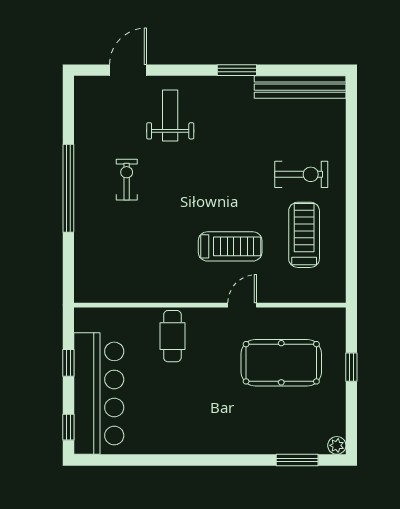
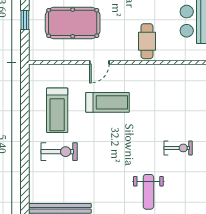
exercise bike: (301, 174) -> (59, 152), turned 180
exercise bike: (127, 180) -> (178, 148), turned -90
treadmill: (230, 246) -> (108, 102), turned 180

